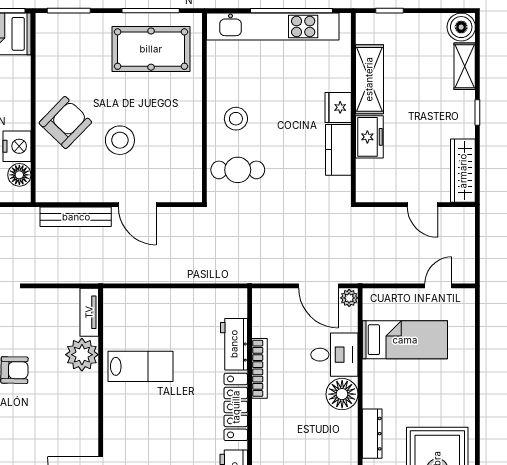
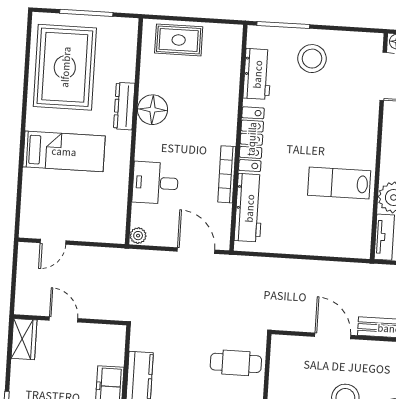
wardrobe: (463, 171) -> (24, 339), width x0.67
door: (318, 286) -> (196, 251), moved
bed: (405, 340) -> (64, 151), moved, turned 180
workbench: (234, 344) -> (249, 208), width x1.38
floor lamp: (342, 394) -> (153, 110), moved

